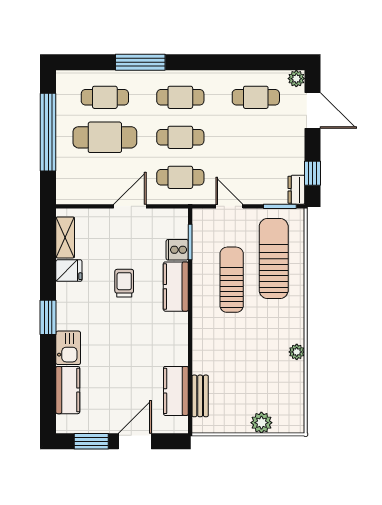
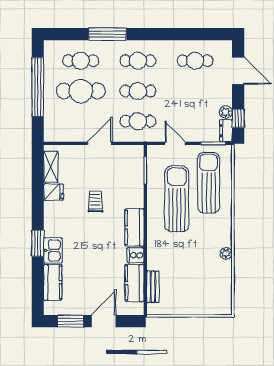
plant: (296, 79) -> (226, 112), moved
cooker: (177, 250) -> (136, 255), moved
sun lounger: (232, 280) -> (177, 199), width x1.36, depth x1.34
kitchen counter: (176, 287) -> (134, 227), moved
window: (48, 317) -> (38, 243), moved
plant: (261, 423) -> (199, 307), removed

